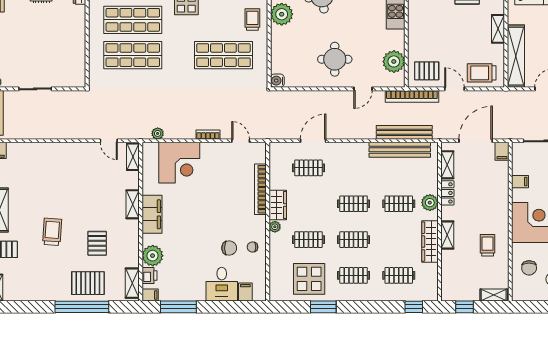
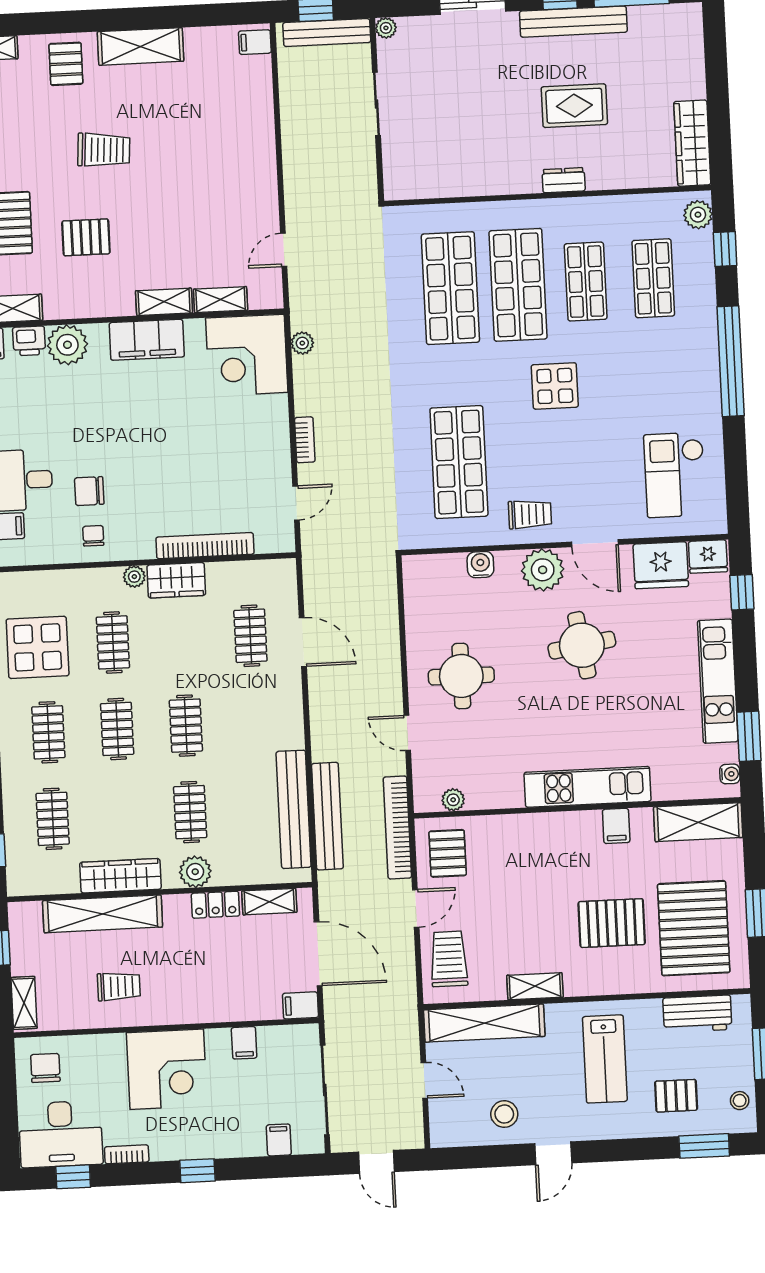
plant: (394, 61) -> (453, 800), width x0.53, depth x0.53
water cooler: (277, 81) -> (480, 565), moved
shelving: (133, 157) -> (221, 300), moved
corner desk: (179, 163) -> (247, 355), moved
shelving: (447, 235) -> (103, 914), width x2.20, depth x1.33
chair: (229, 248) -> (89, 491), turned 90
chair: (529, 268) -> (45, 1068), moved, turned 91

